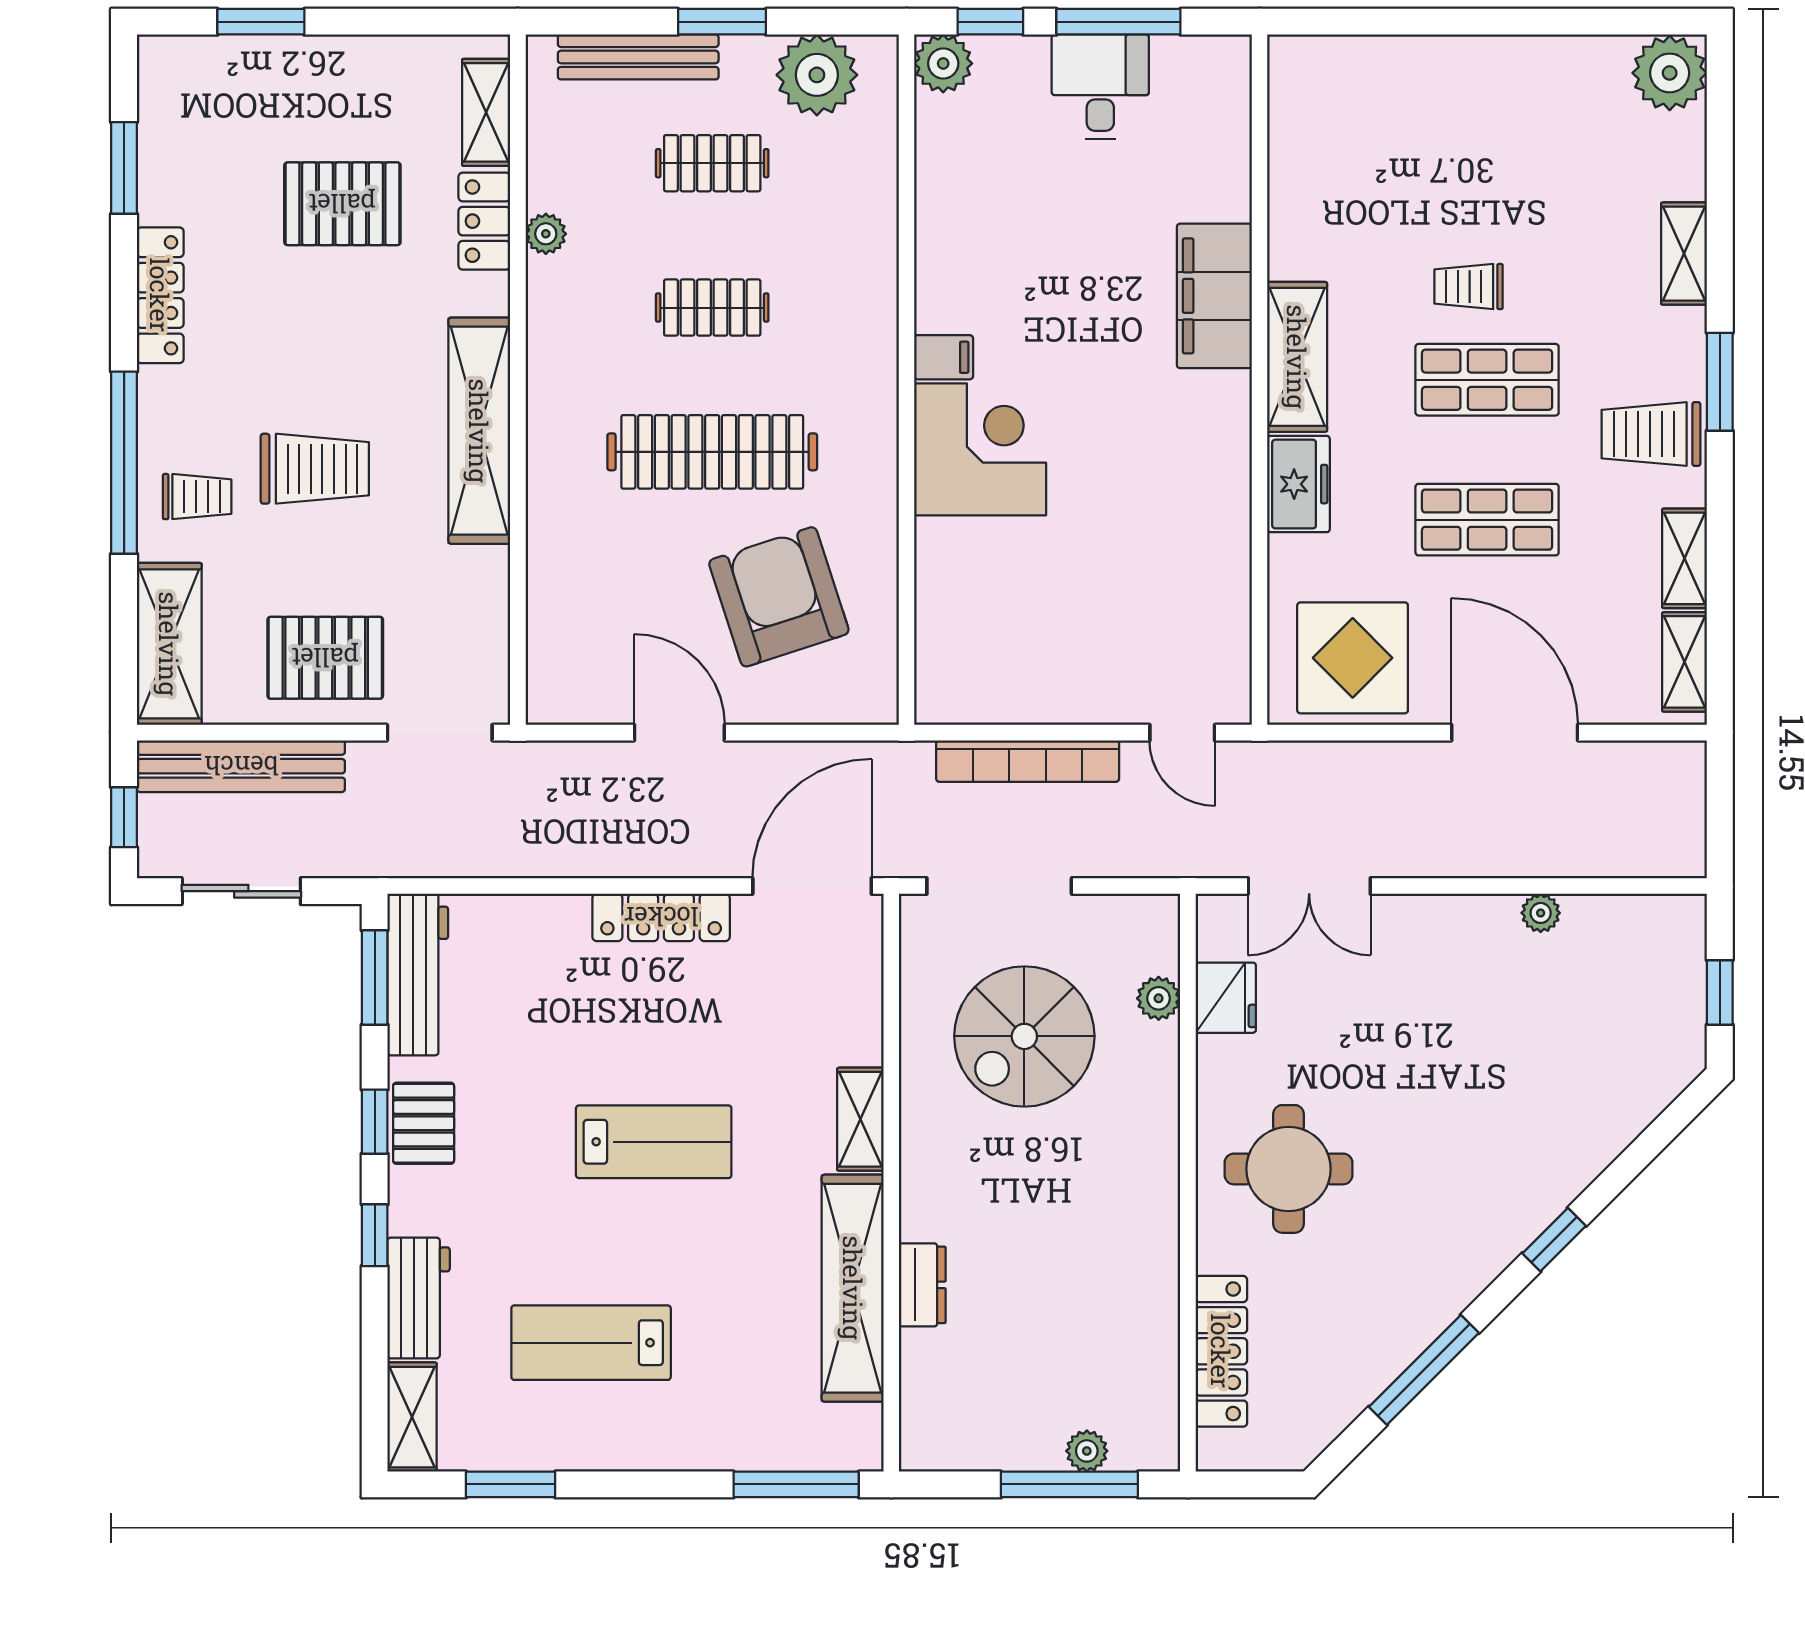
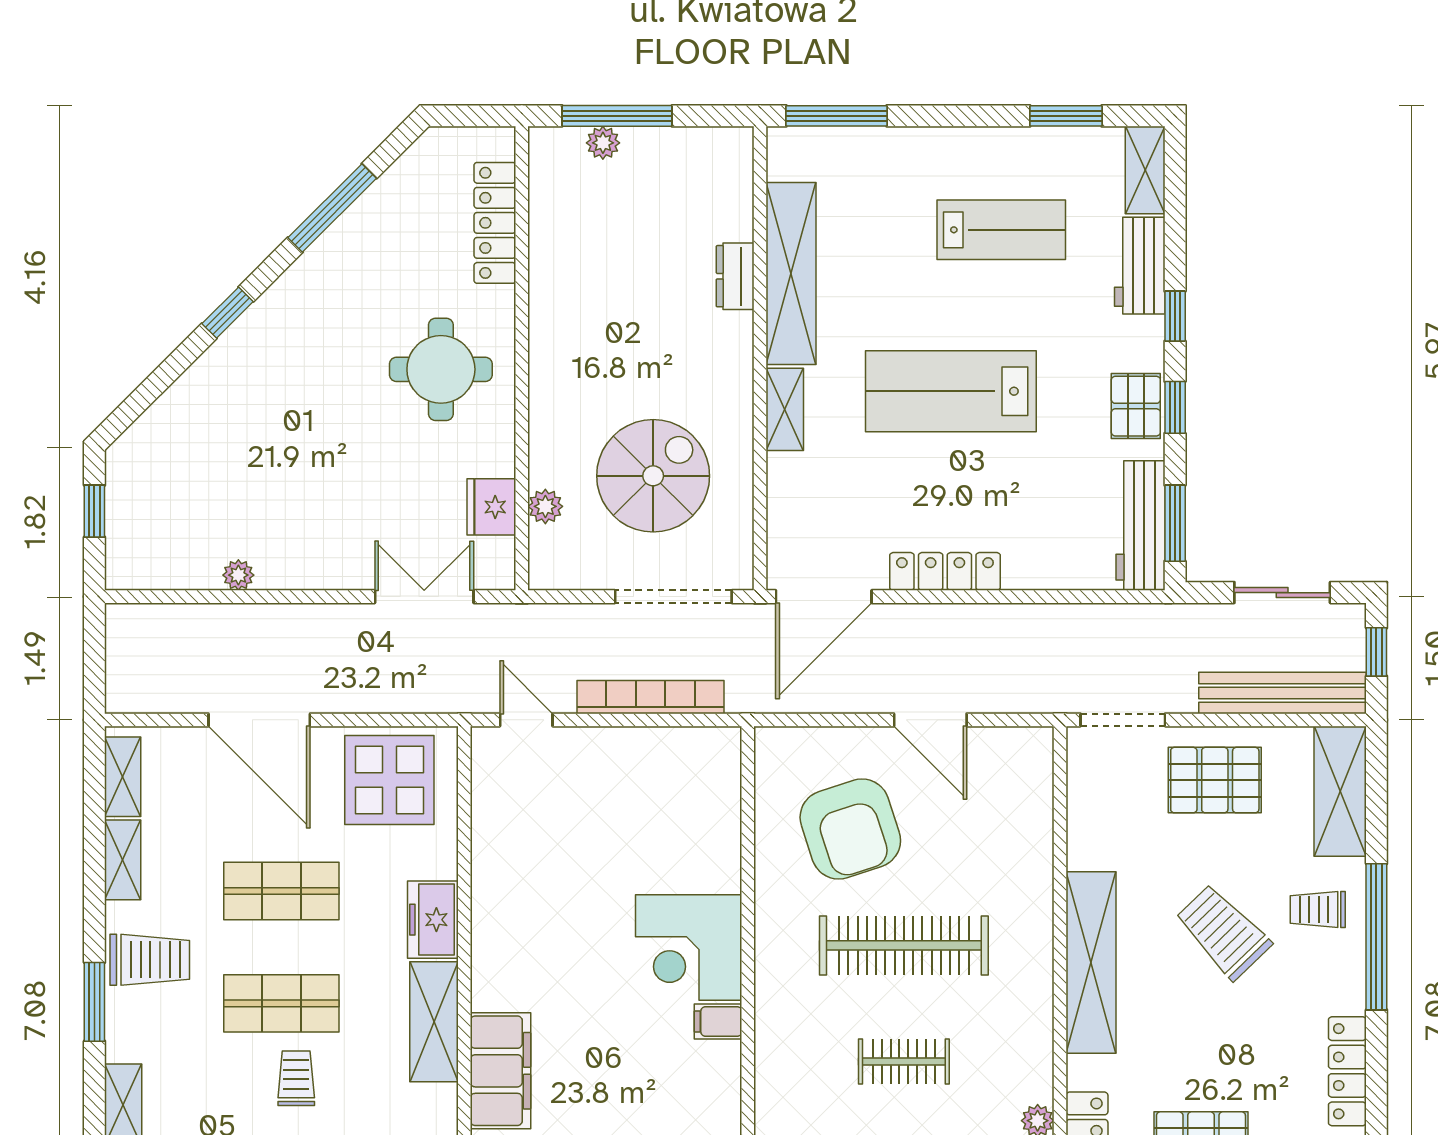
trolley: (1469, 287) -> (296, 1078), turned -90
trolley: (315, 469) -> (1223, 932), turned 46
lab bench: (654, 1142) -> (951, 391), width x1.36, depth x1.39

